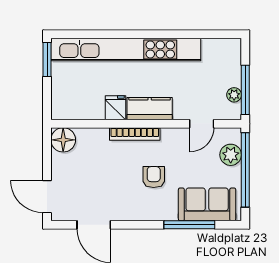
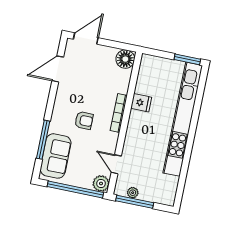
kitchen counter: (150, 109) -> (135, 128), removed
plant: (231, 155) -> (101, 183), moved

